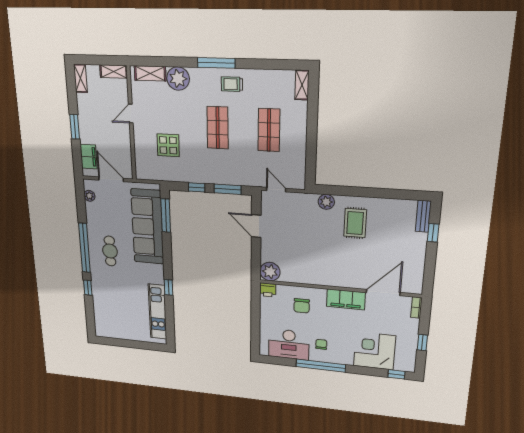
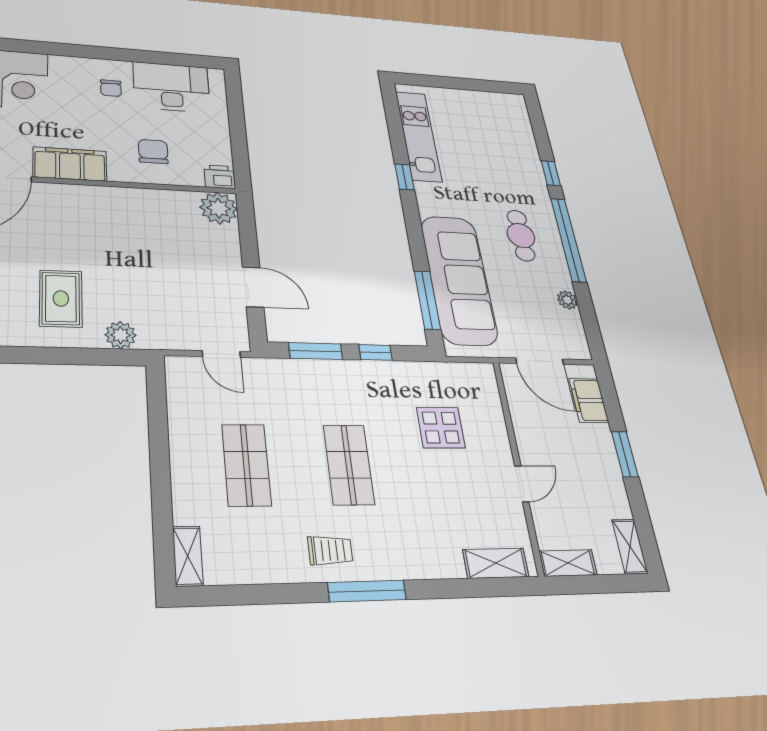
plant: (178, 79) -> (439, 556), removed
plant: (89, 196) -> (567, 300), moved
window: (321, 366) -> (109, 53), removed

